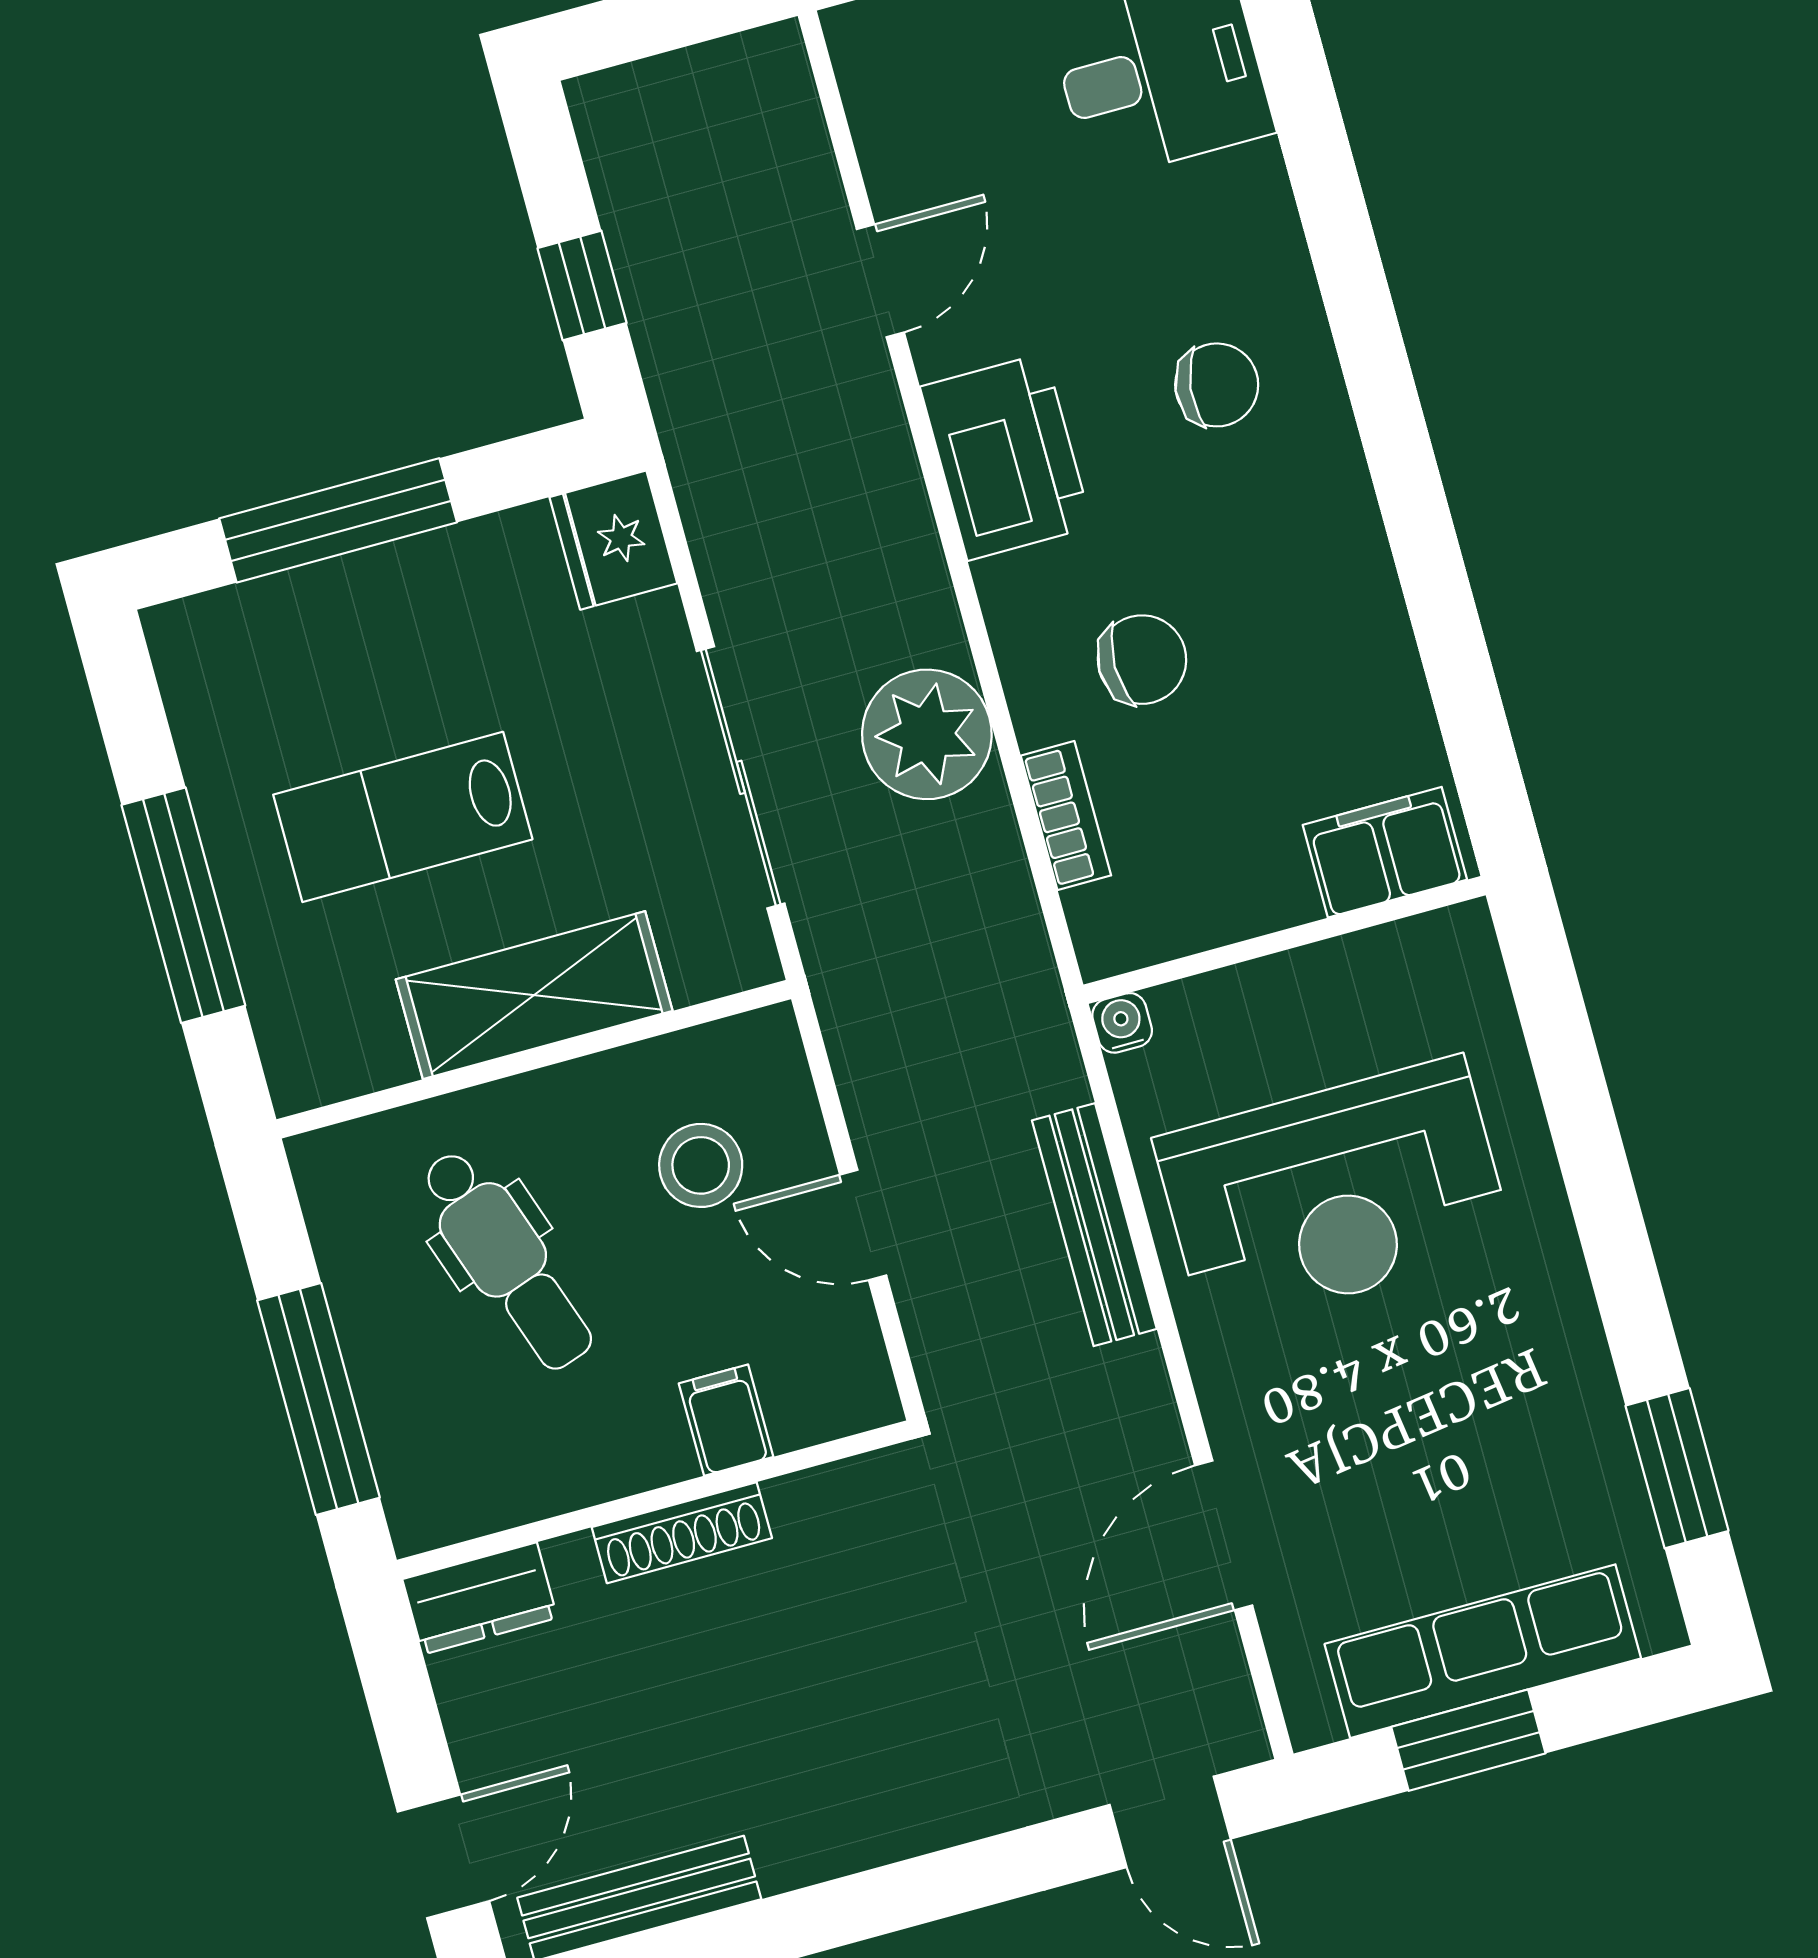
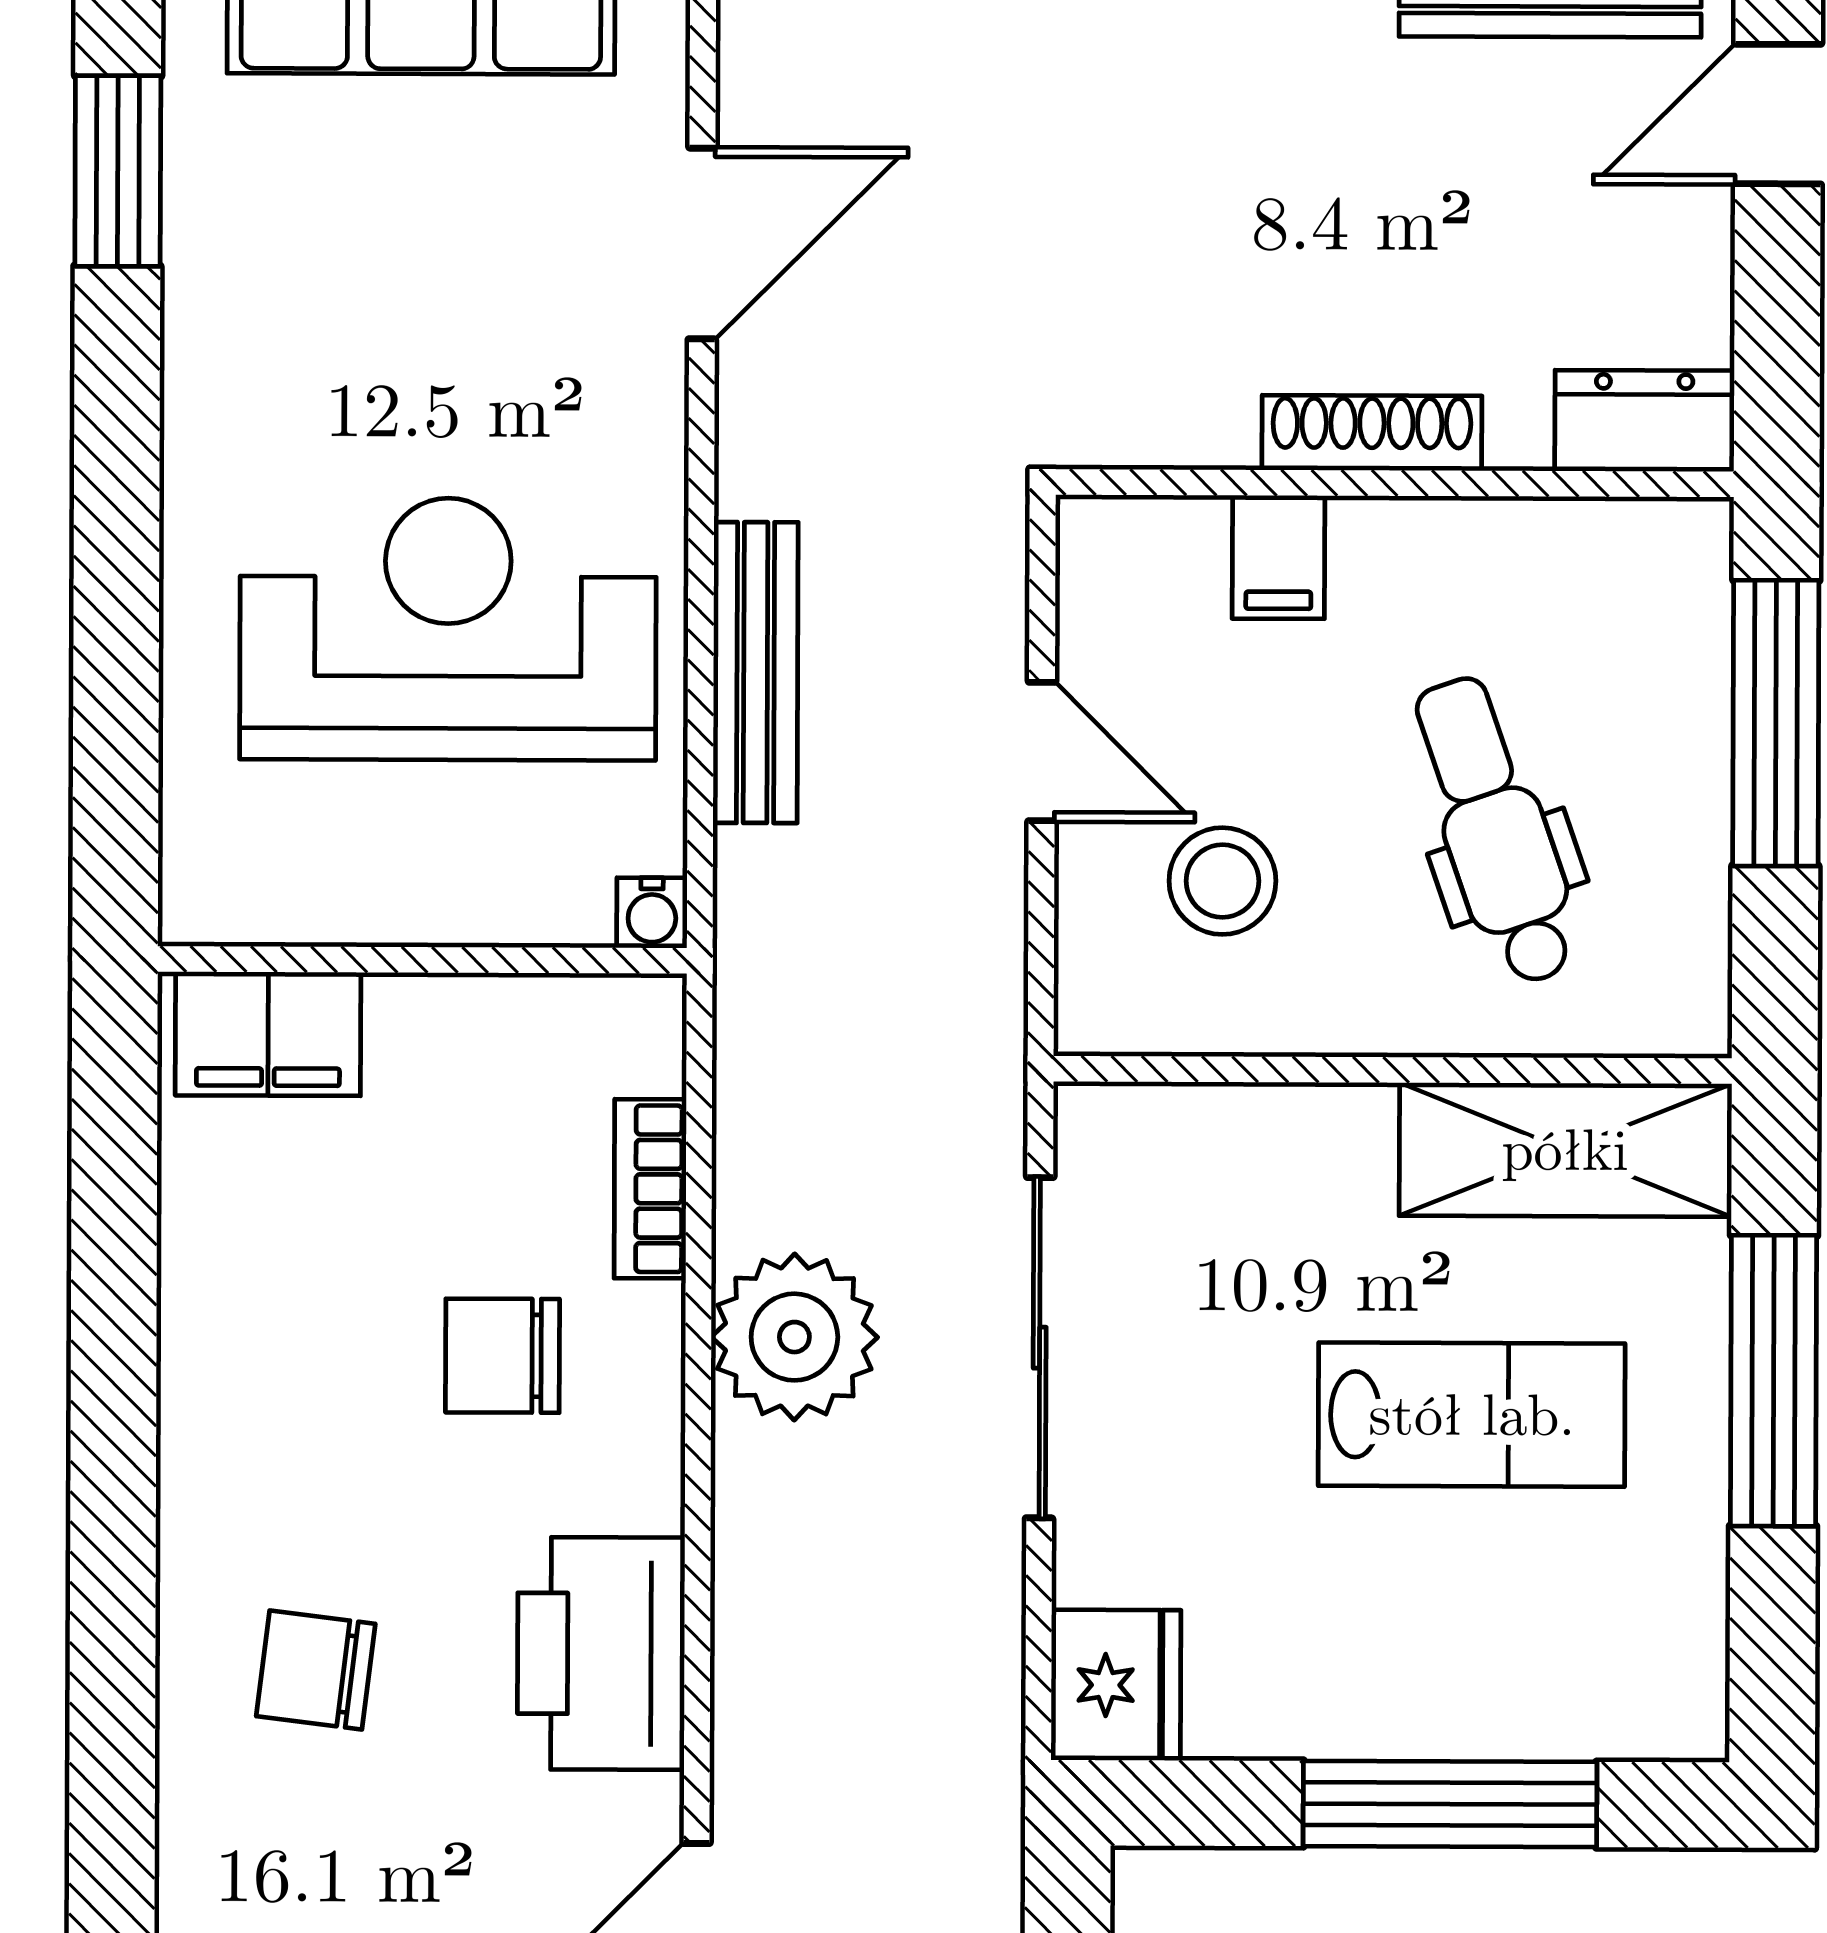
shelving: (534, 995) -> (1565, 1150), moved

